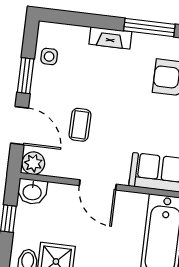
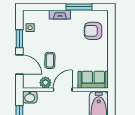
plant: (33, 163) -> (45, 83), moved
door: (98, 185) -> (63, 90), swing flipped

